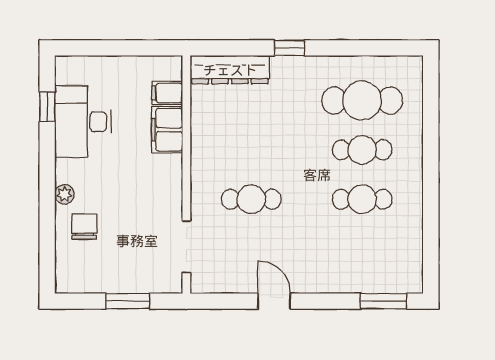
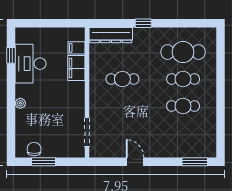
cafe table: (251, 199) -> (122, 79), moved
chair: (84, 227) -> (34, 149), moved
window: (128, 301) -> (43, 162), moved

